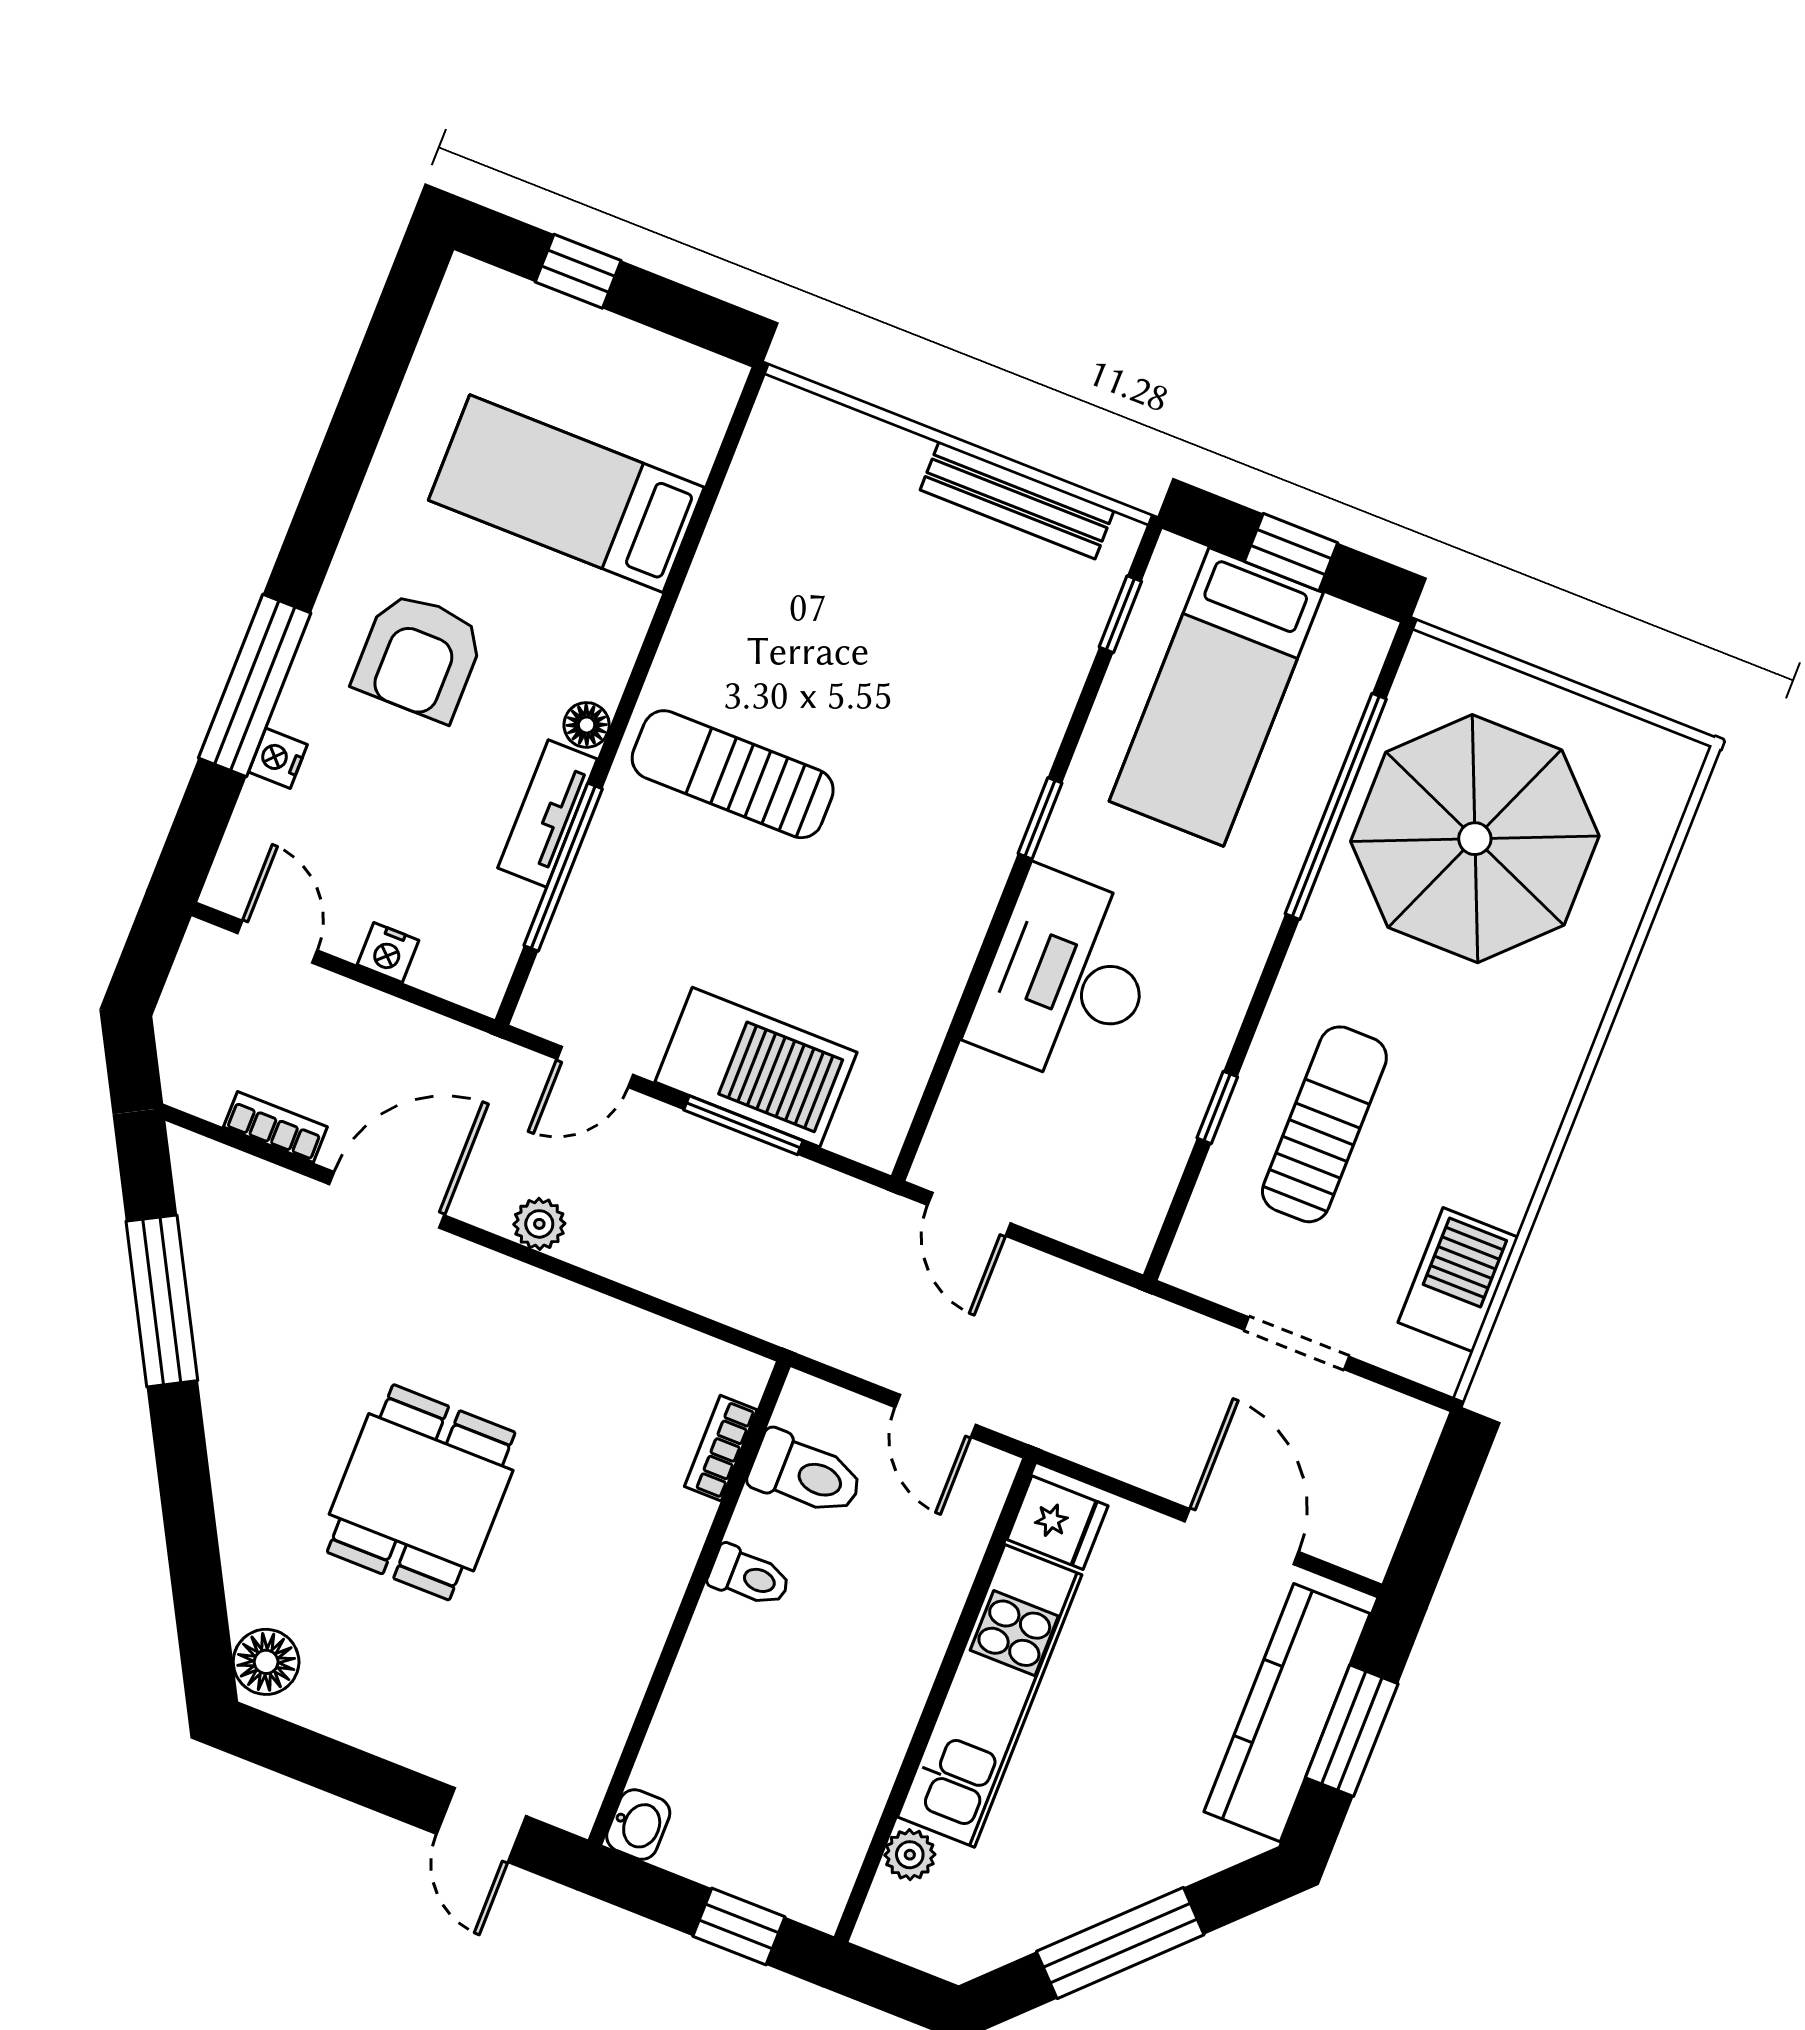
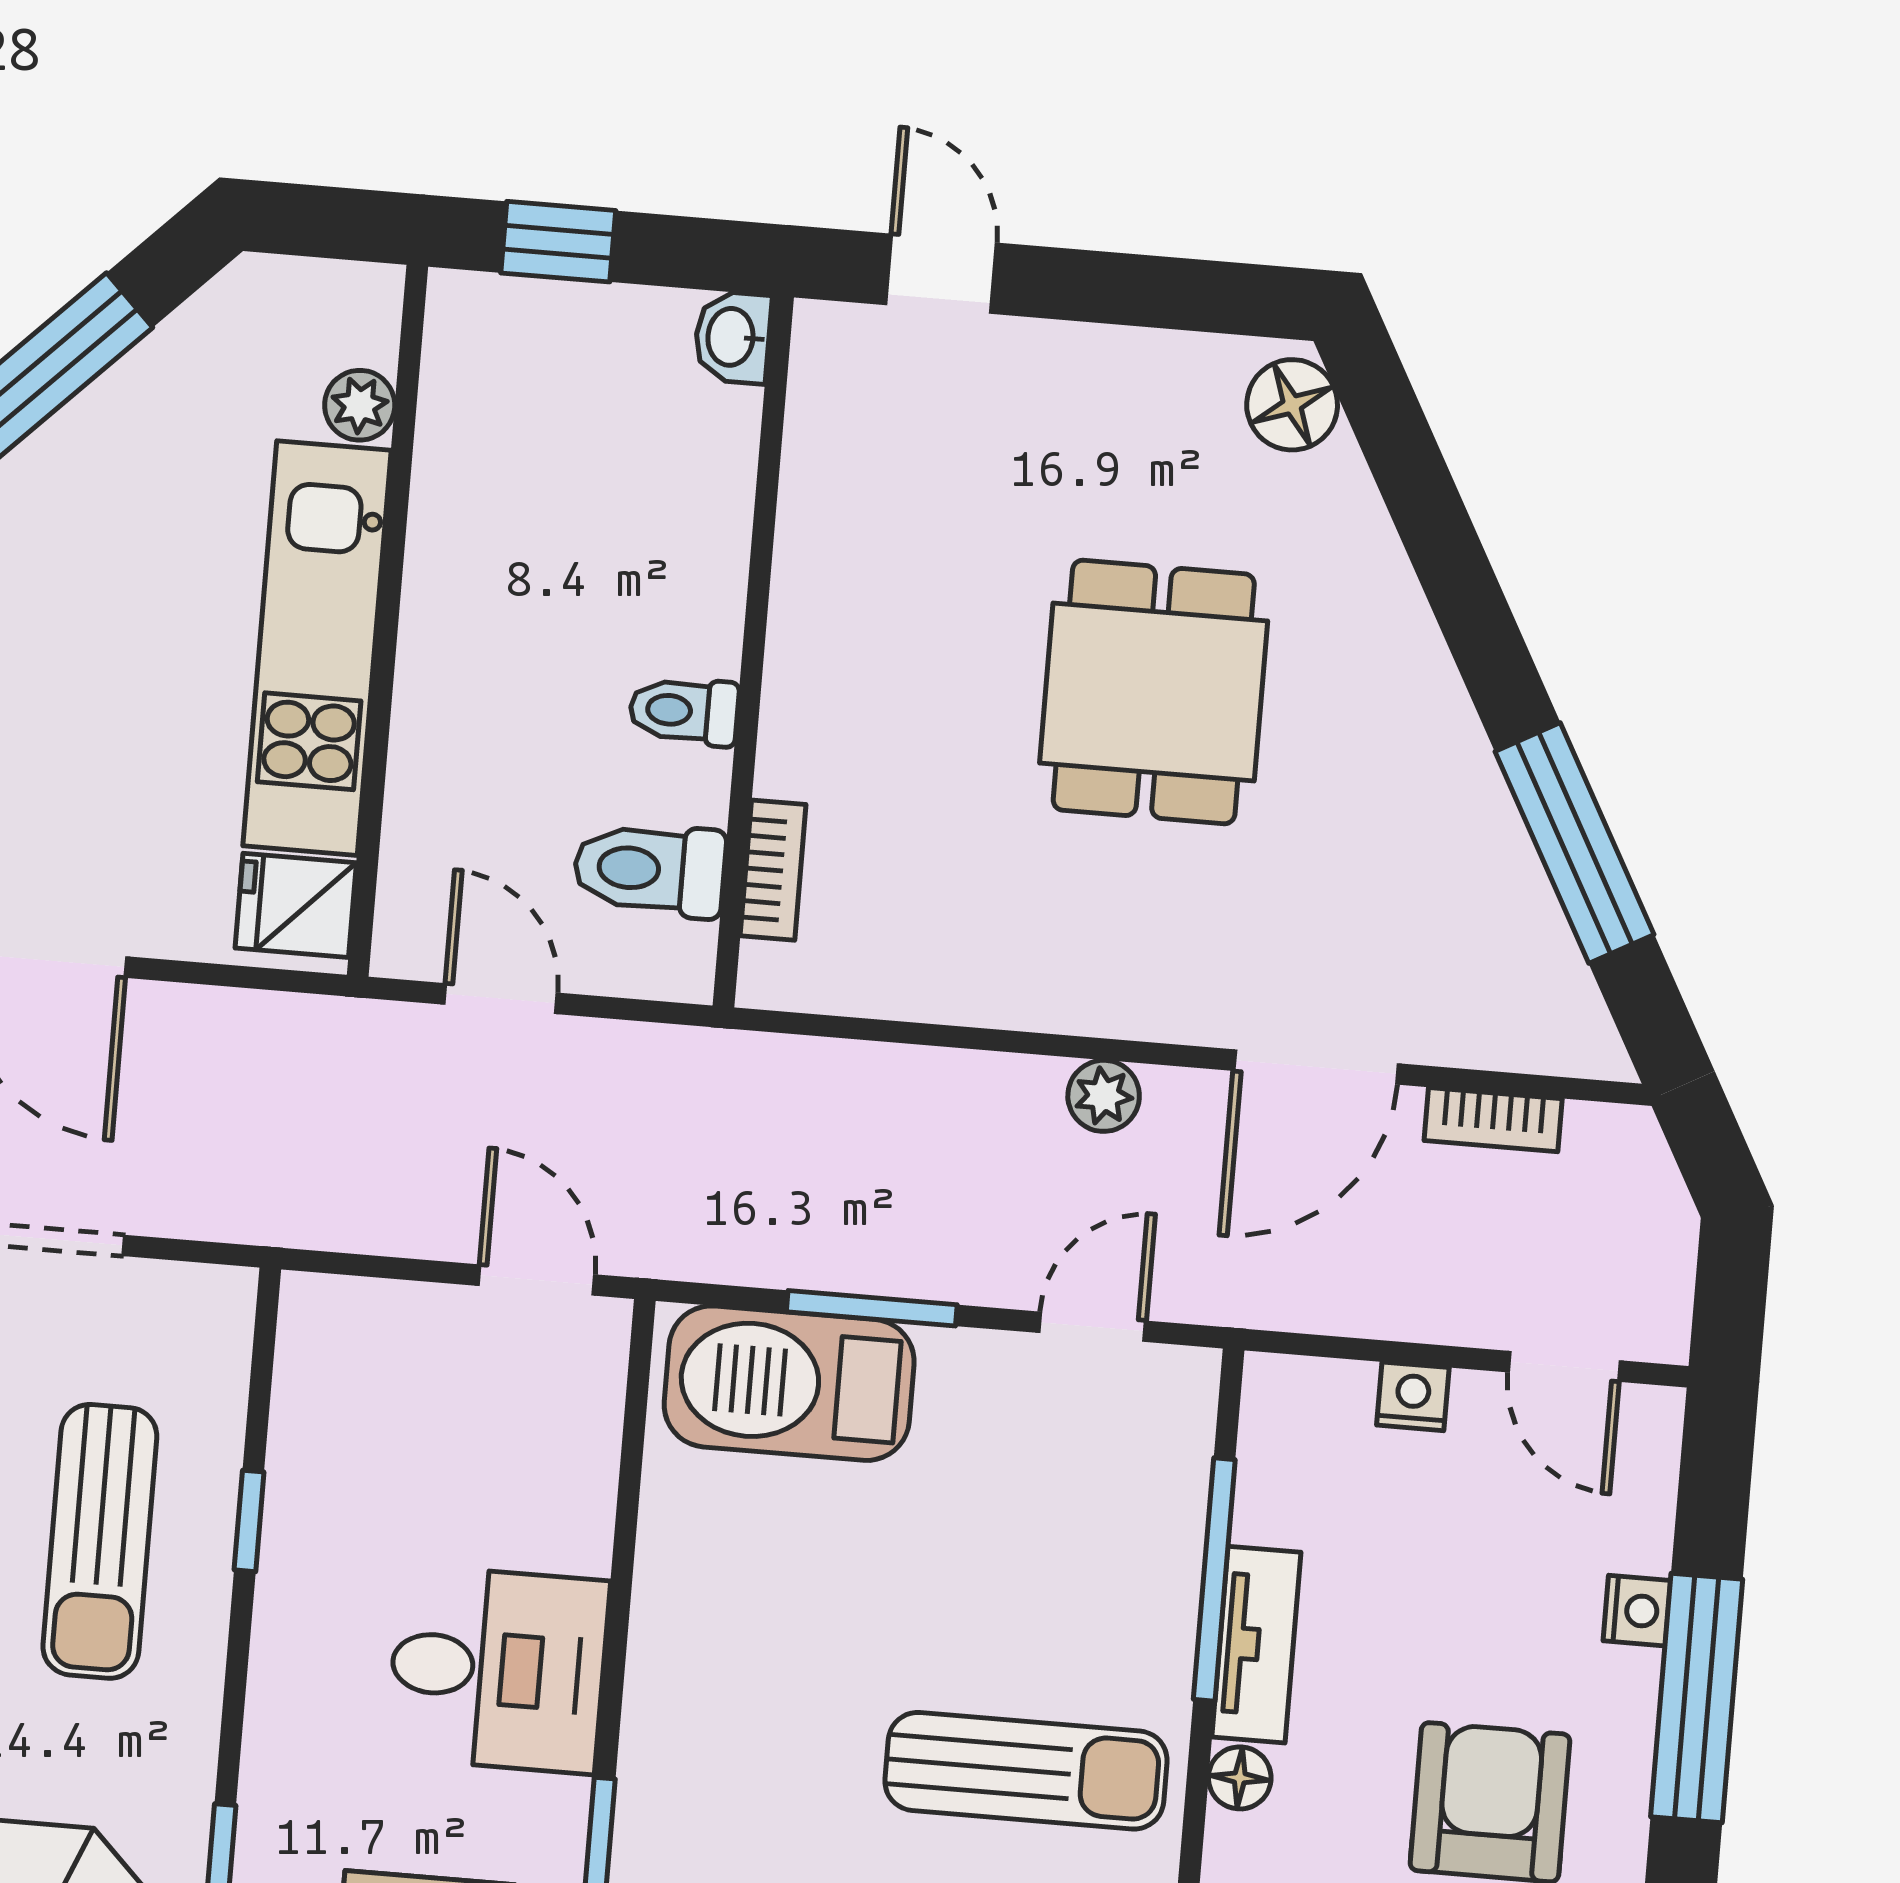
desk: (1067, 978) -> (498, 1669), width x0.73
barbecue: (756, 1067) -> (789, 1383), moved

